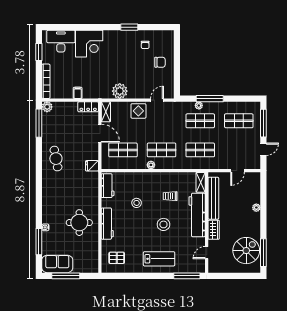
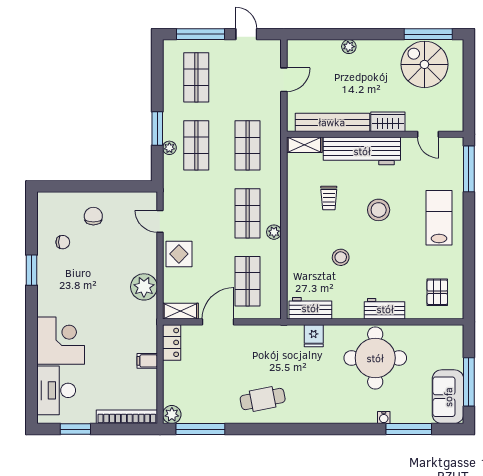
window: (210, 99) -> (157, 129), width x0.69
fridge: (92, 166) -> (314, 336), moved
door: (238, 171) -> (284, 80), hinge flipped
round table: (79, 223) -> (375, 358), width x1.36, depth x1.36
workbench: (107, 224) -> (385, 309), width x0.73

